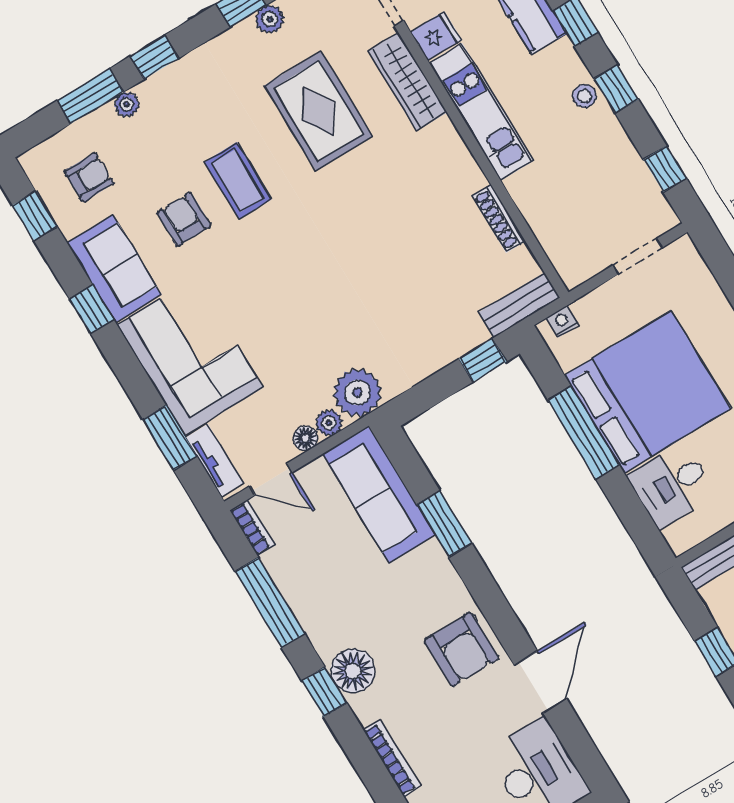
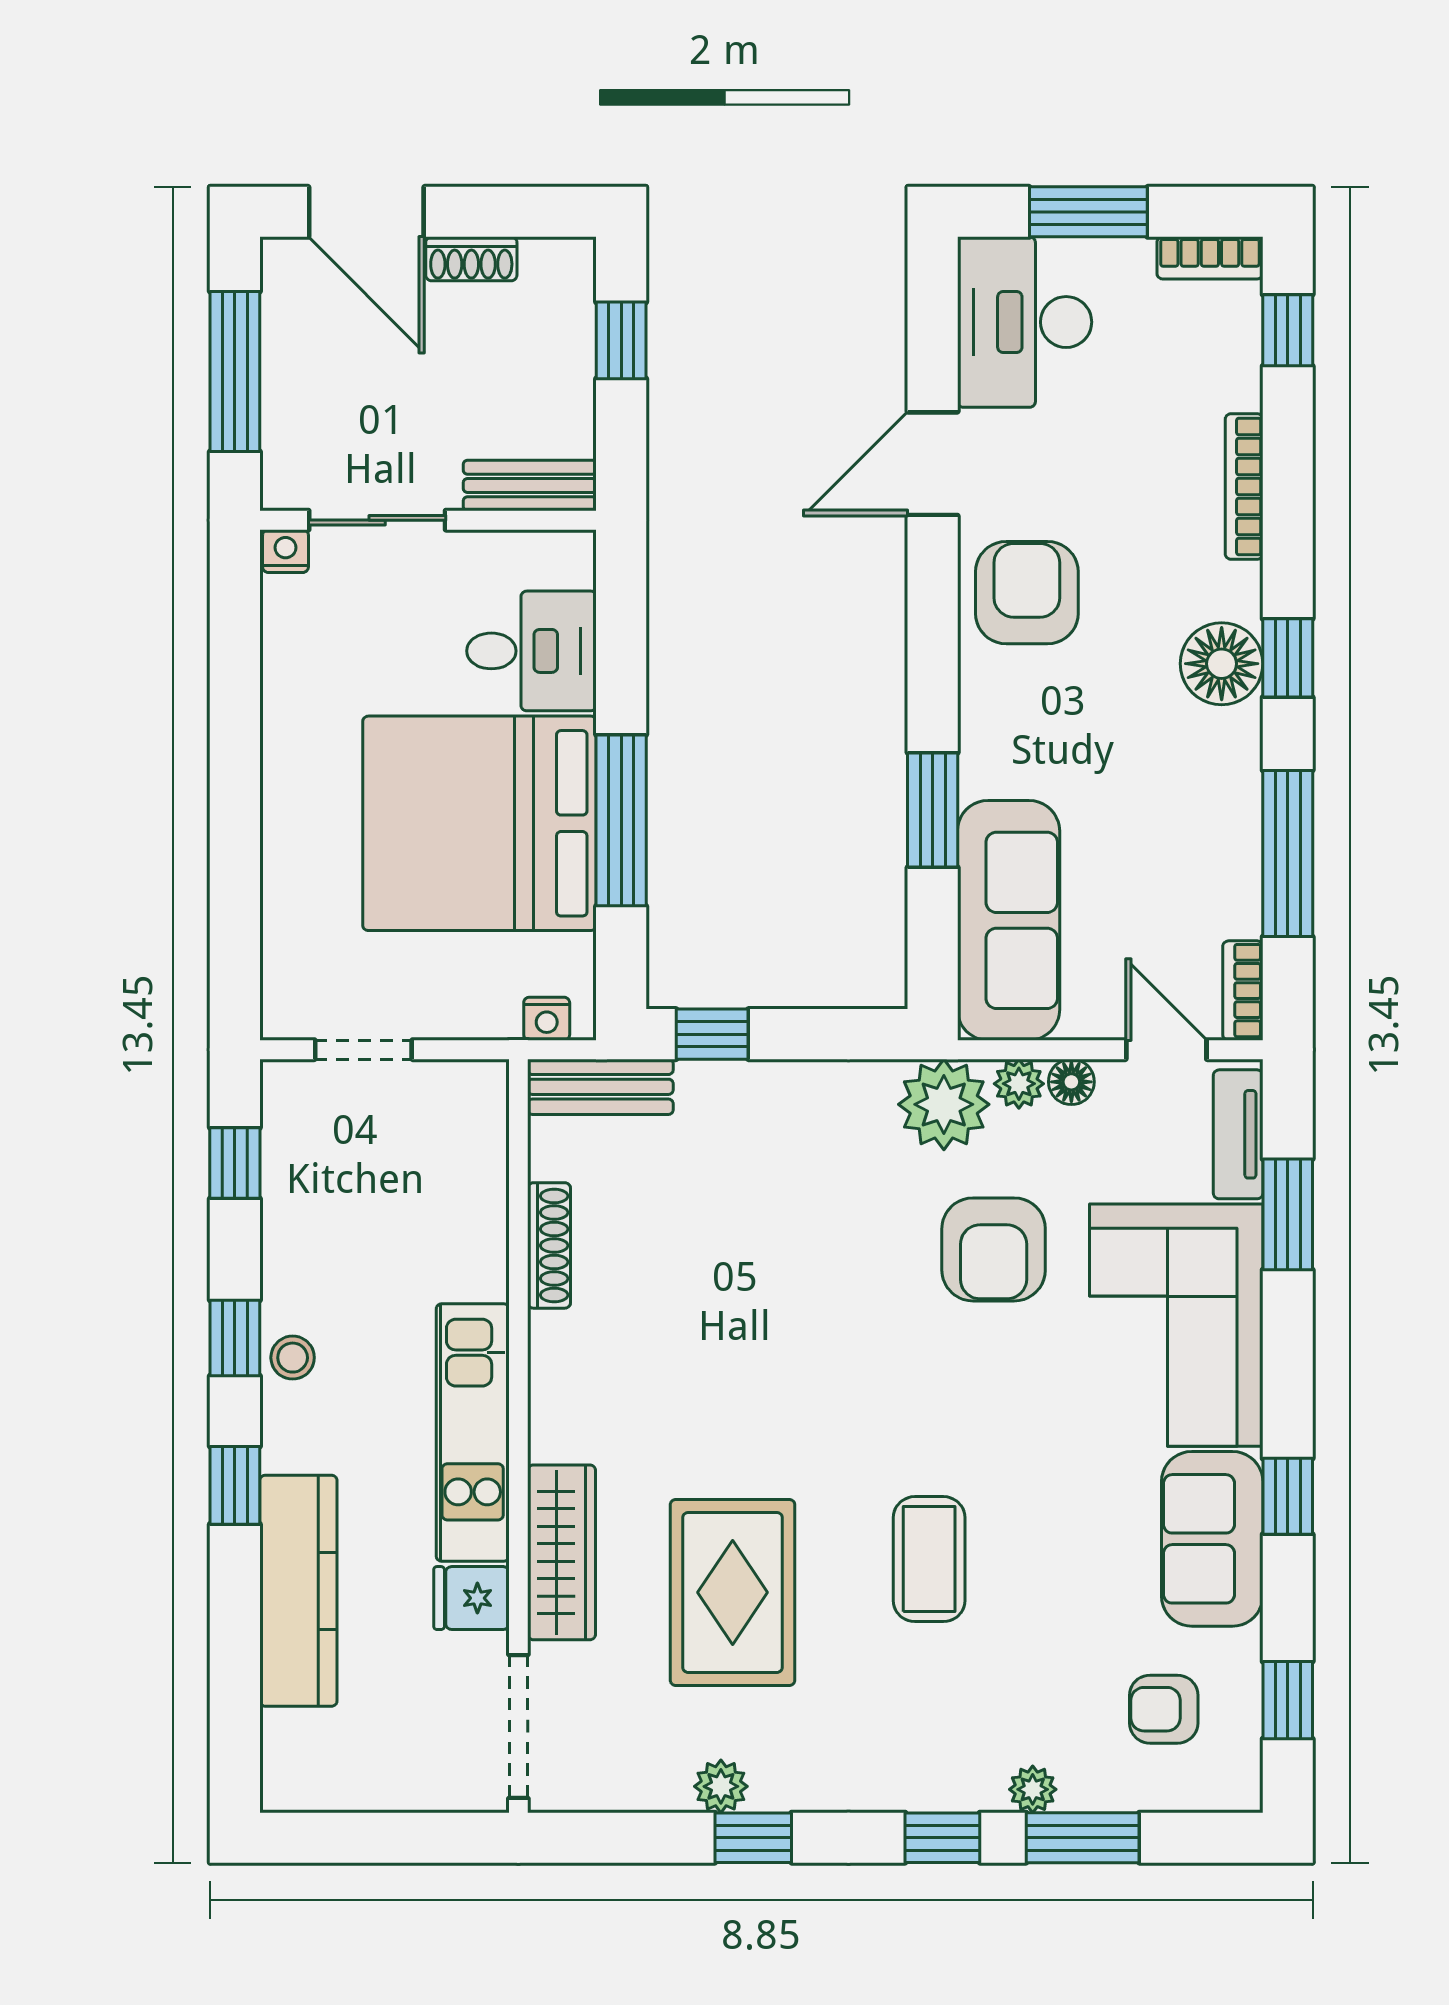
armchair: (184, 219) -> (994, 1249), moved, width x1.38, depth x1.38

